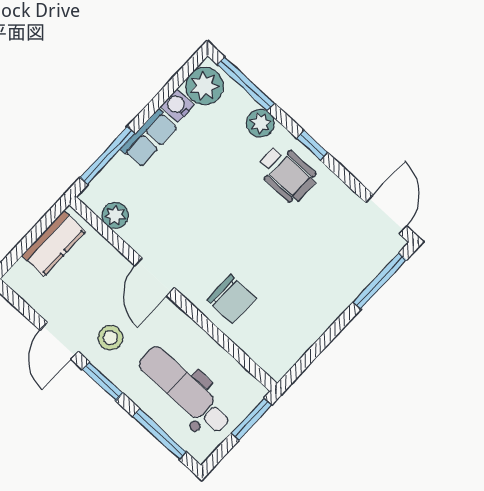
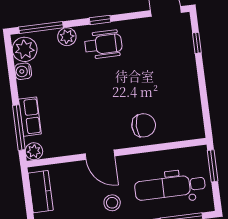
row of seats: (149, 138) -> (30, 117), moved
plant: (115, 215) -> (34, 151), moved
window: (380, 281) -> (197, 43), width x0.46

